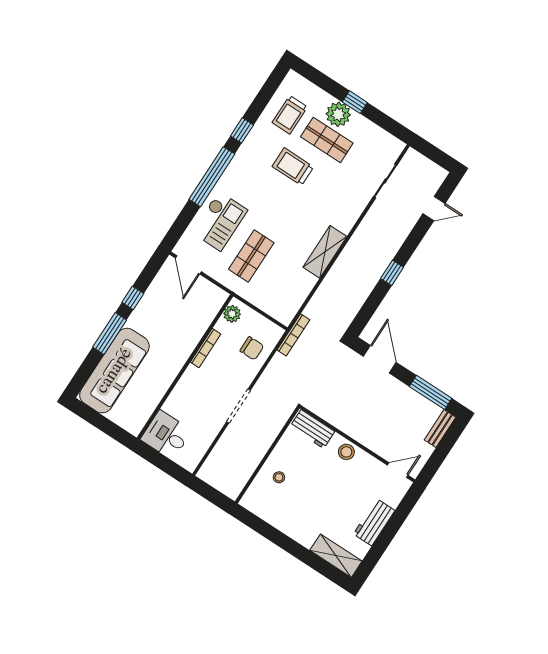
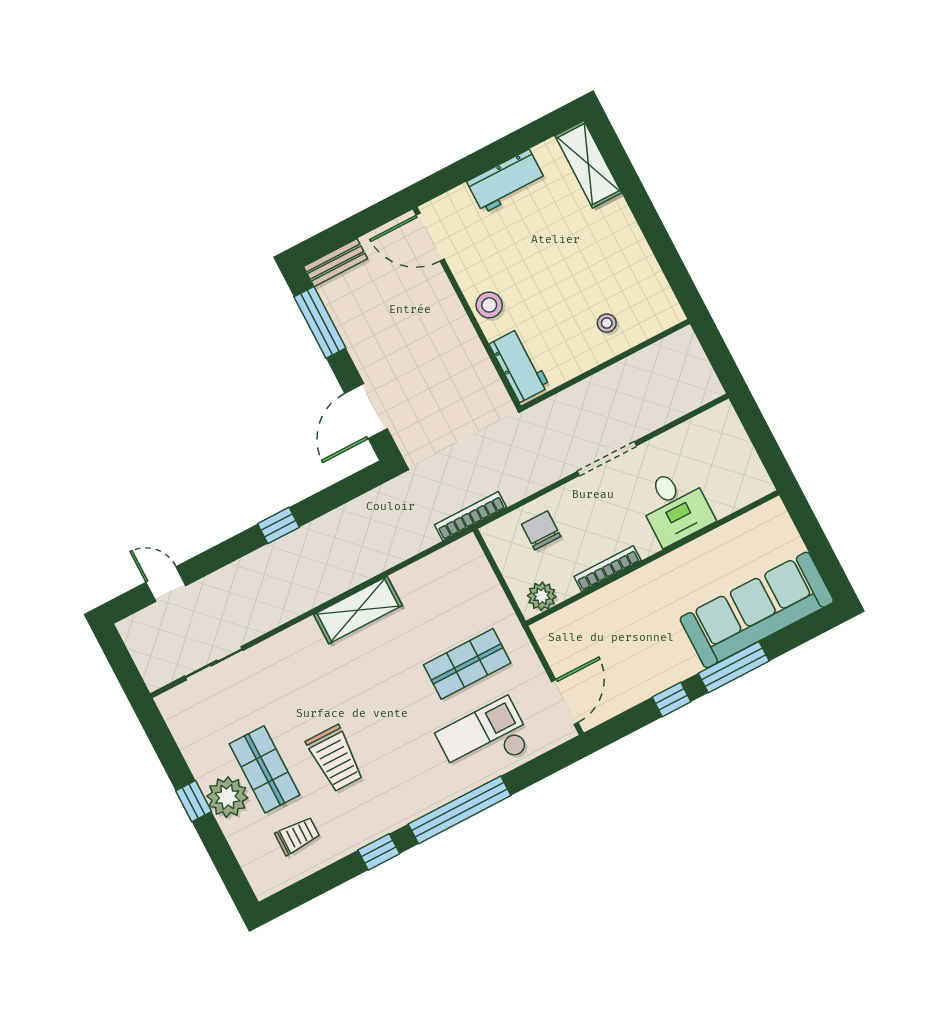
trolley: (290, 115) -> (297, 836), width x0.73, depth x0.72
desk: (166, 435) -> (675, 506), moved
door: (398, 470) -> (430, 237), width x1.38

